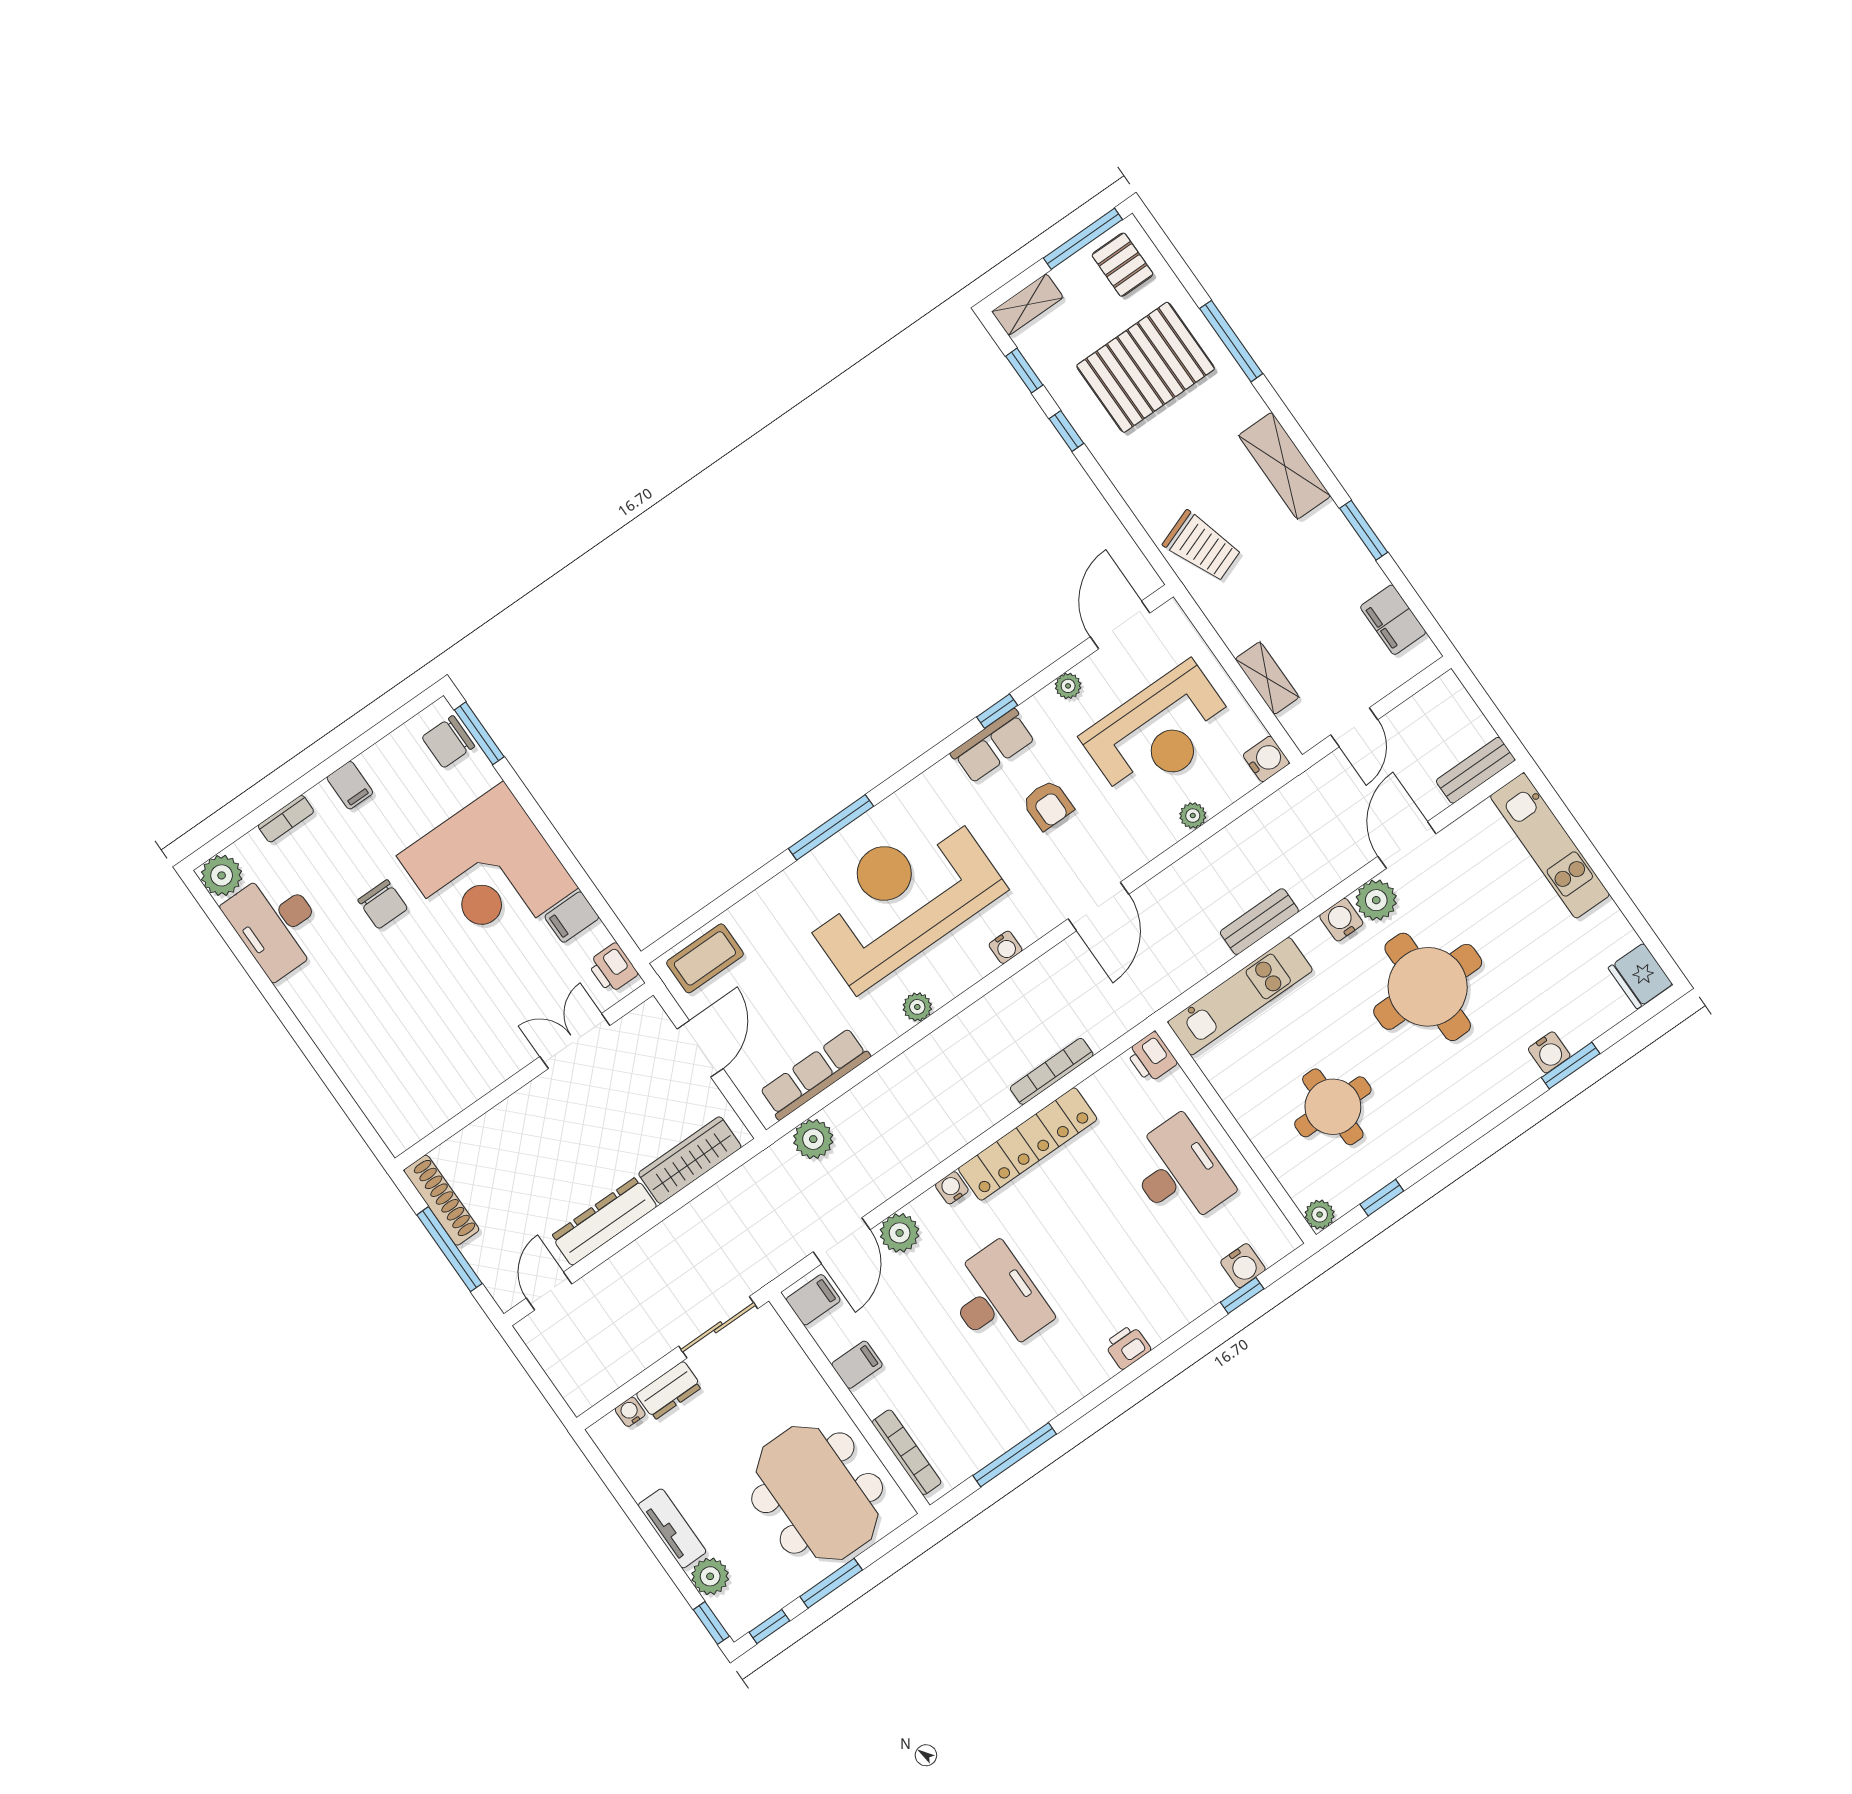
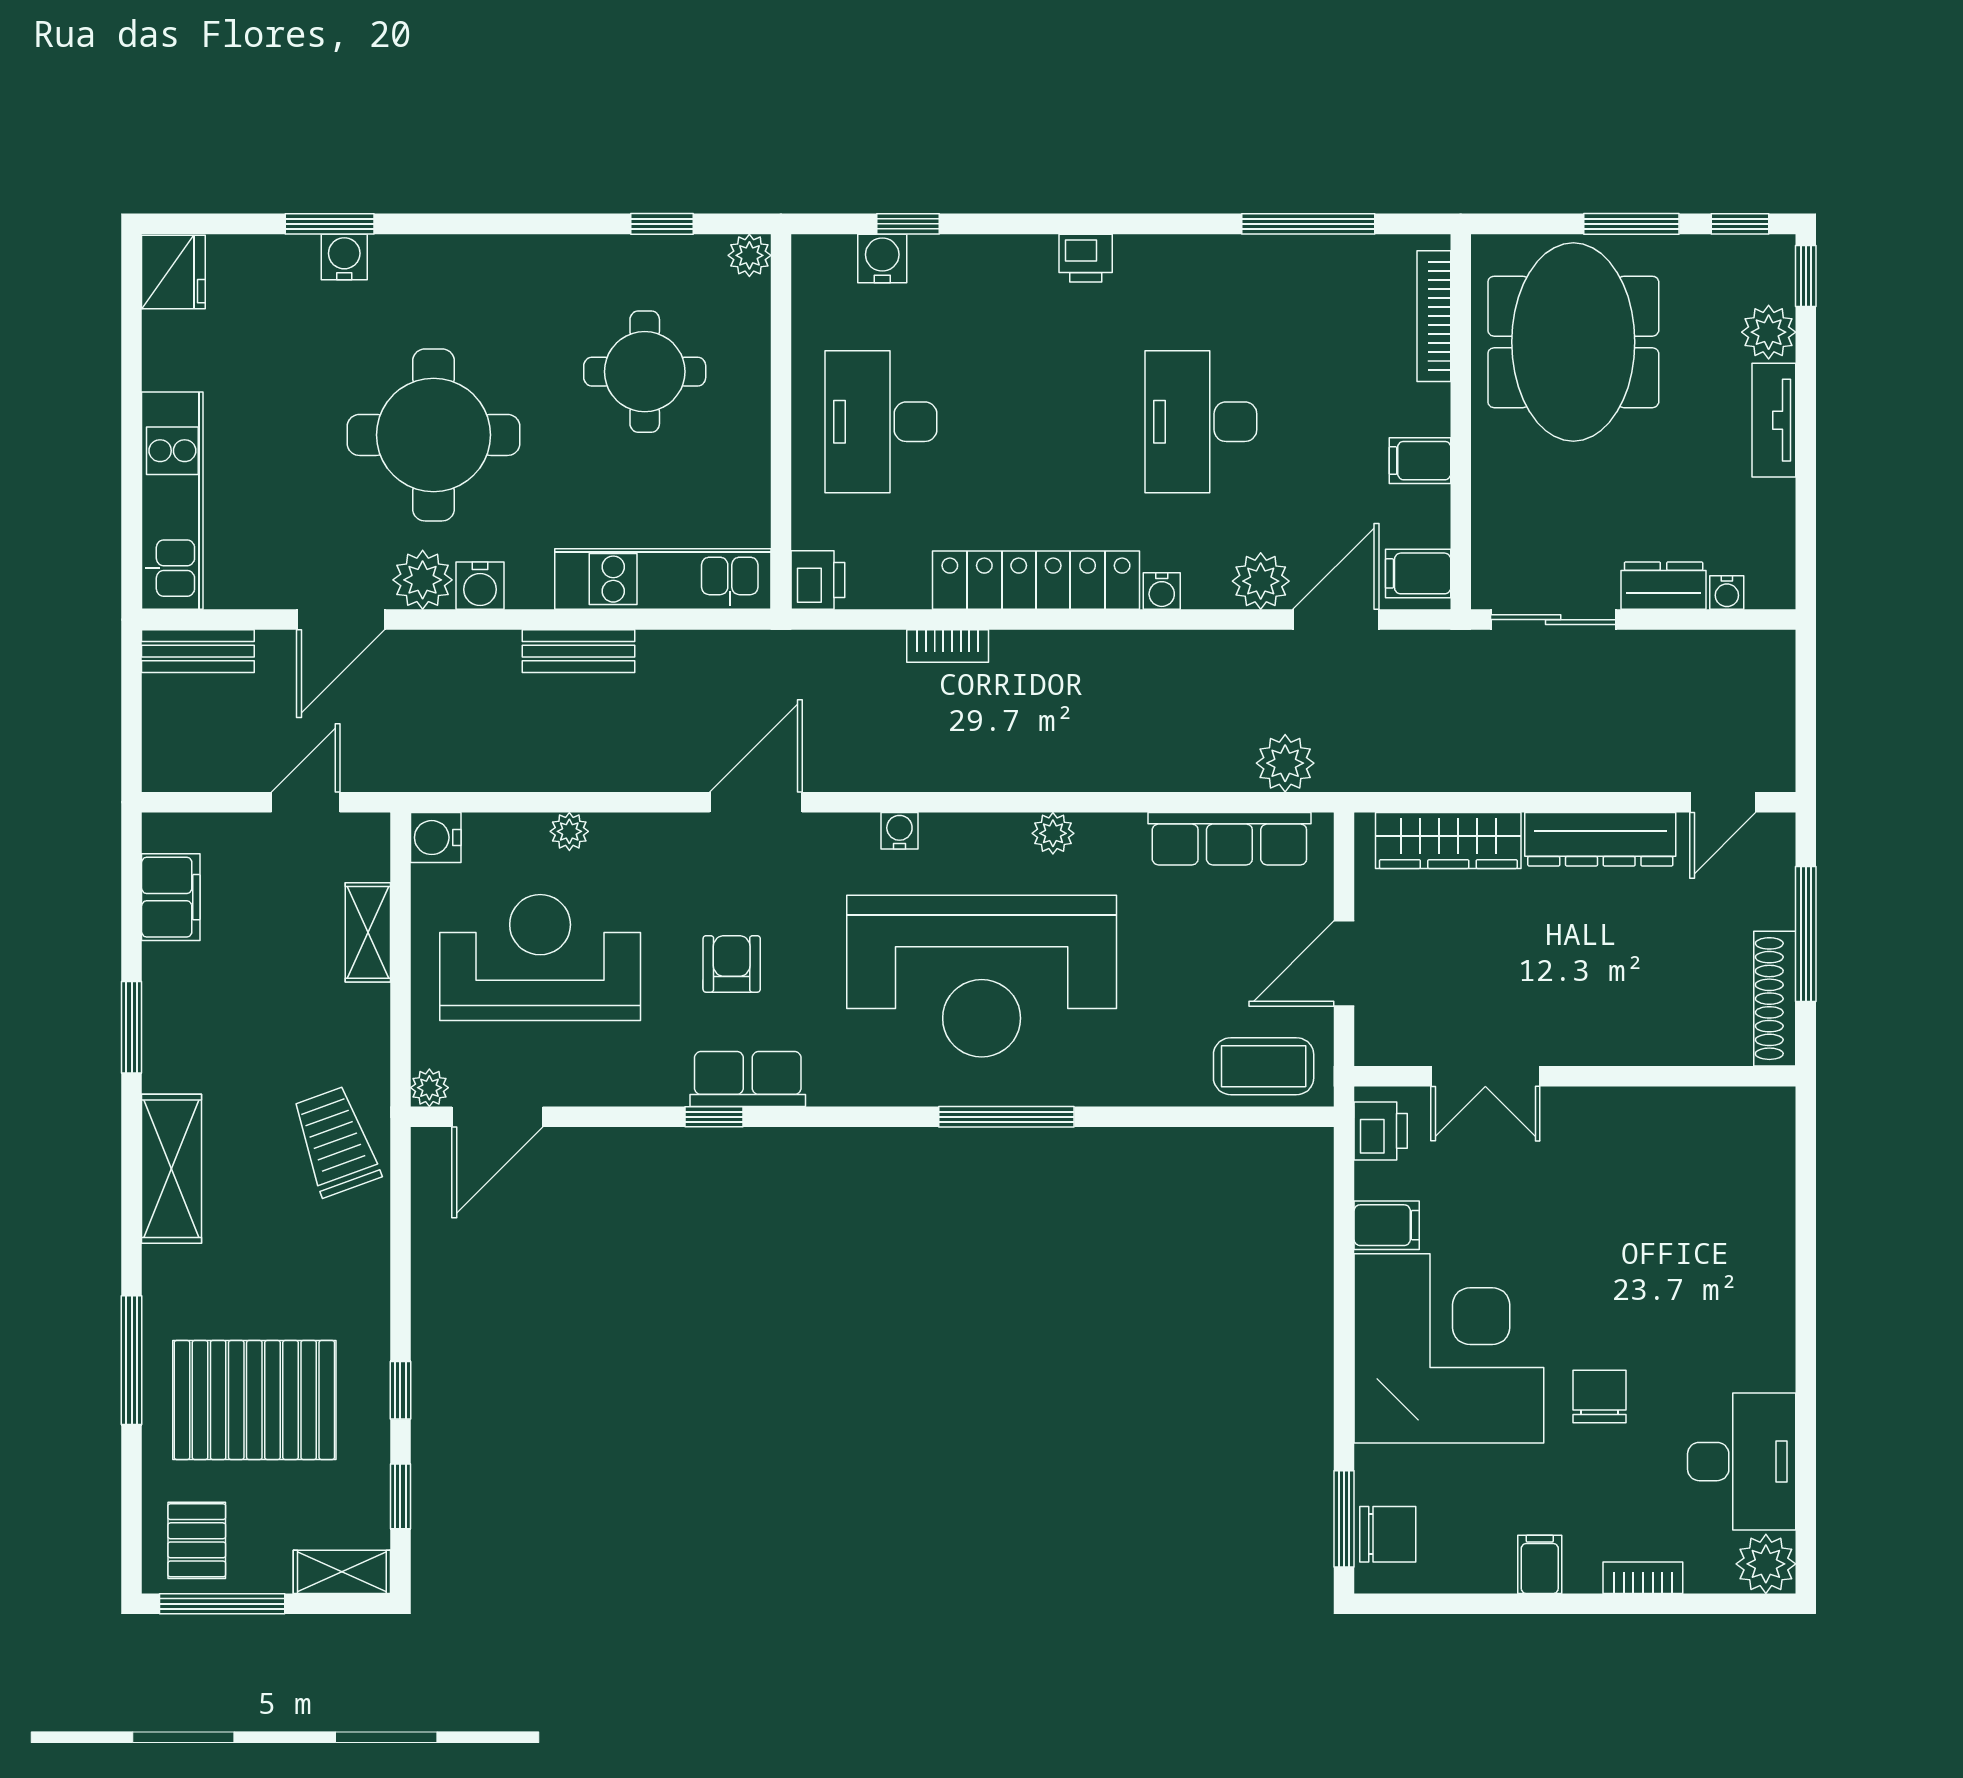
plant: (1068, 686) -> (429, 1088), moved
bookcase: (1052, 1071) -> (948, 646), width x0.64

